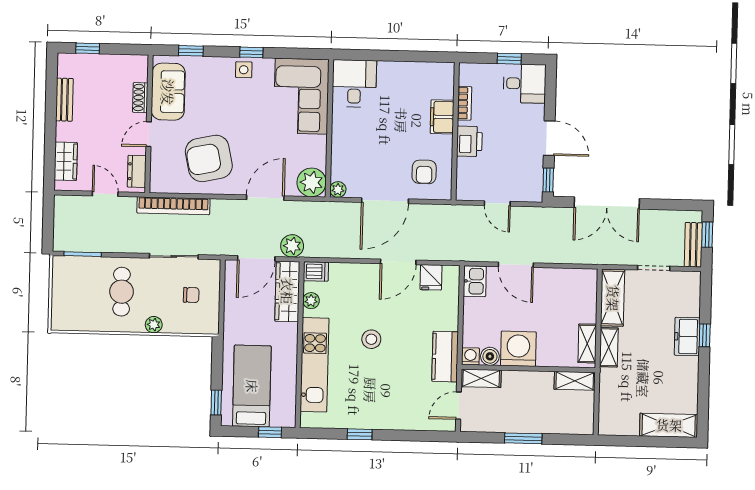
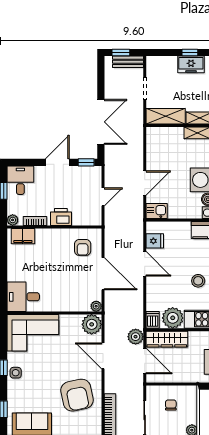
plant: (467, 71) -> (13, 220), added
filing cabinet: (442, 117) -> (23, 236), moved
armchair: (424, 172) -> (83, 247), turned 90
plant: (311, 301) -> (173, 318), width x1.88, depth x1.88

